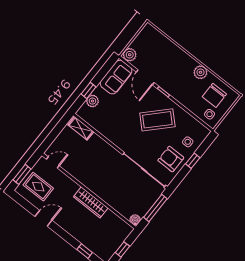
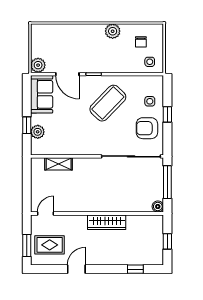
chair: (214, 95) -> (141, 42), width x0.54, depth x0.54
shelving: (81, 128) -> (59, 164), moved

